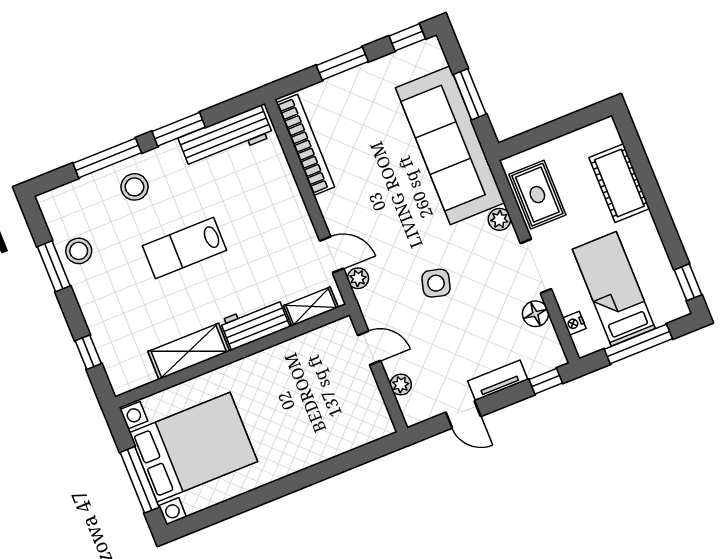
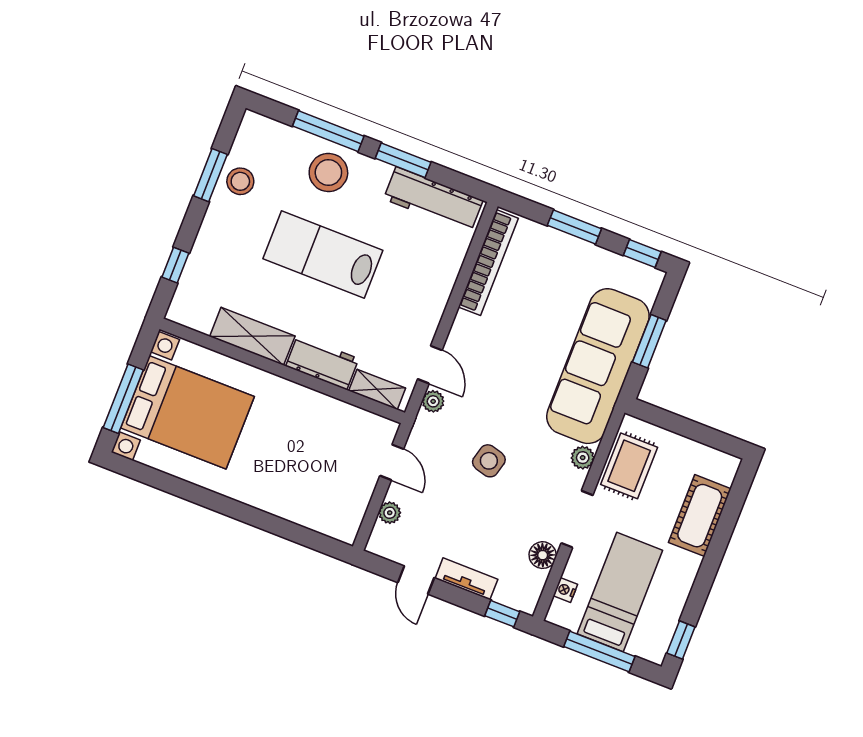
stool: (134, 187) -> (328, 172), width x1.38, depth x1.38
lab bench: (185, 248) -> (323, 255), width x1.36, depth x1.39

